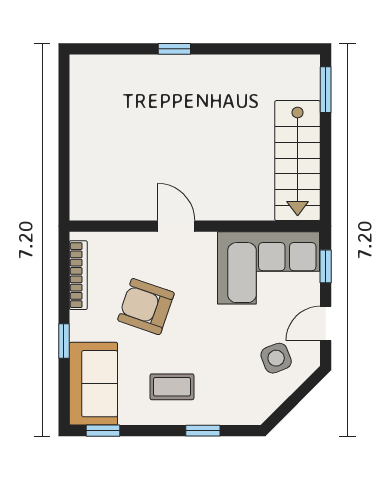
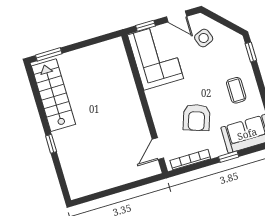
stairs: (298, 161) -> (53, 95), moved, turned -90
door: (176, 226) -> (158, 149), moved
window: (203, 431) -> (251, 52), moved

